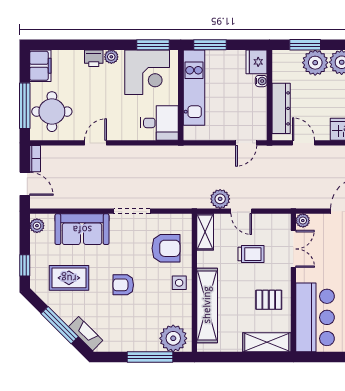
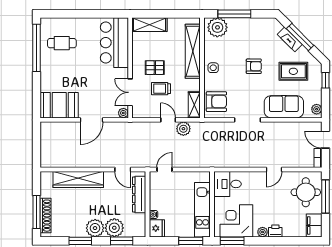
armchair: (166, 248) -> (216, 102), moved, turned 180
pallet: (269, 300) -> (155, 68), moved
fireplace: (86, 334) -> (290, 39), moved

